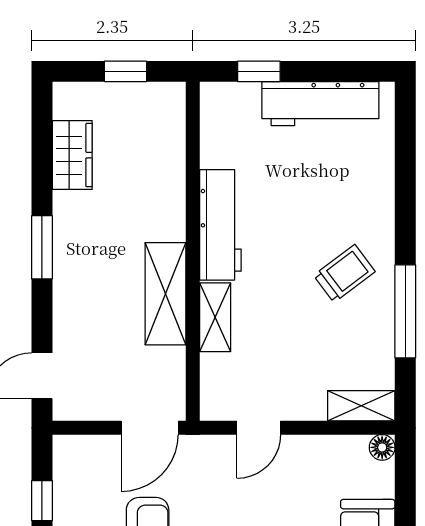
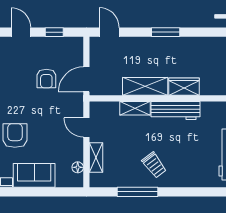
wardrobe: (72, 155) -> (184, 87), moved, turned 180
shelving: (361, 406) -> (96, 158), moved
door: (150, 428) -> (86, 79), hinge flipped
floor lamp: (382, 447) -> (78, 167), moved

